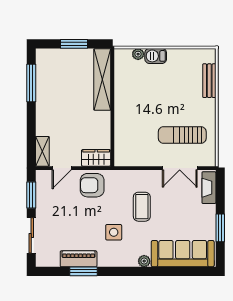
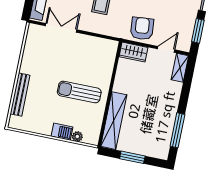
bench: (209, 81) -> (20, 95), width x1.36
sun lounger: (182, 135) -> (79, 92), moved, turned 180
armchair: (92, 185) -> (142, 29), turned -95

